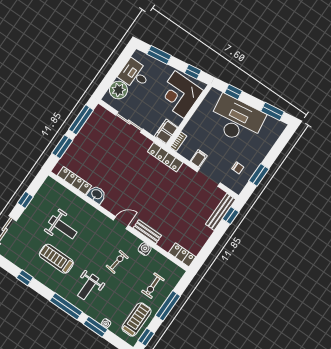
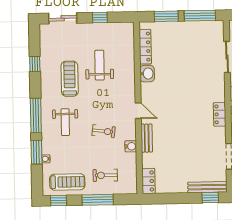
locker: (165, 157) -> (220, 114), width x0.66
weight bench: (63, 227) -> (100, 65), turned 180
weight bench: (88, 287) -> (65, 122), turned -90

